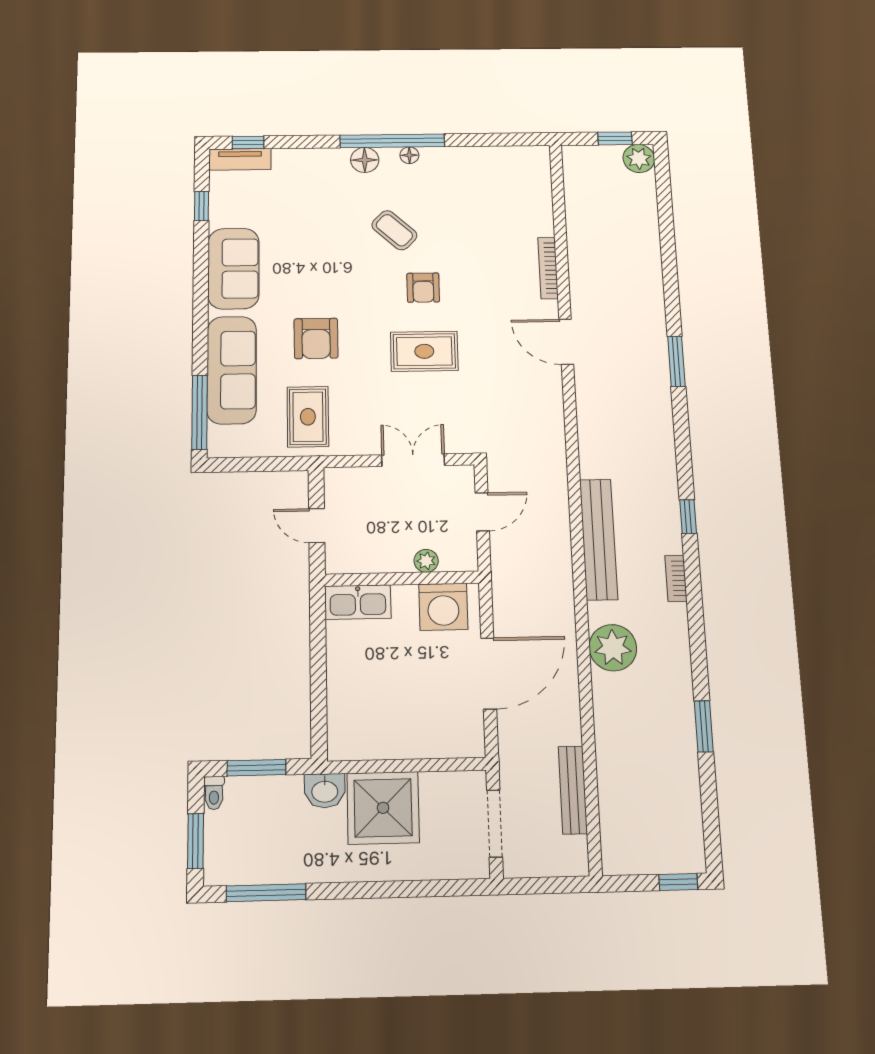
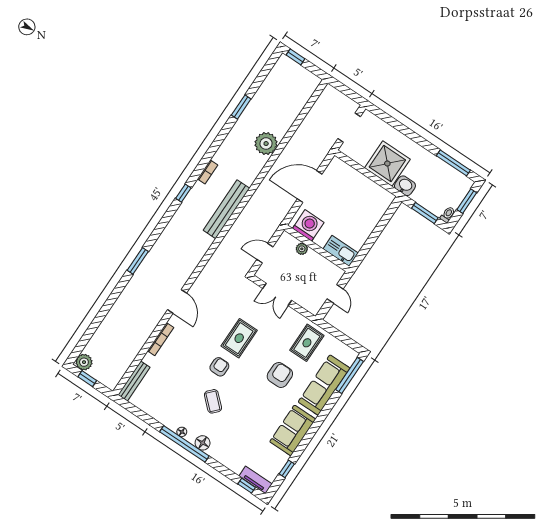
rug: (424, 351) -> (239, 338), turned 90
plant: (613, 648) -> (266, 144), moved
bench: (573, 790) -> (134, 381), moved

